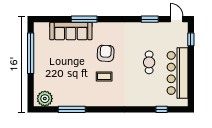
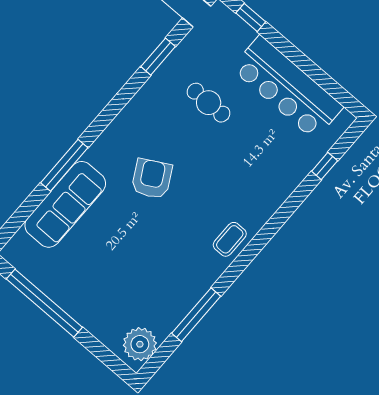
armchair: (106, 53) -> (152, 179), turned 58
cafe table: (149, 62) -> (209, 103), moved
coffee table: (104, 76) -> (230, 239), moved

